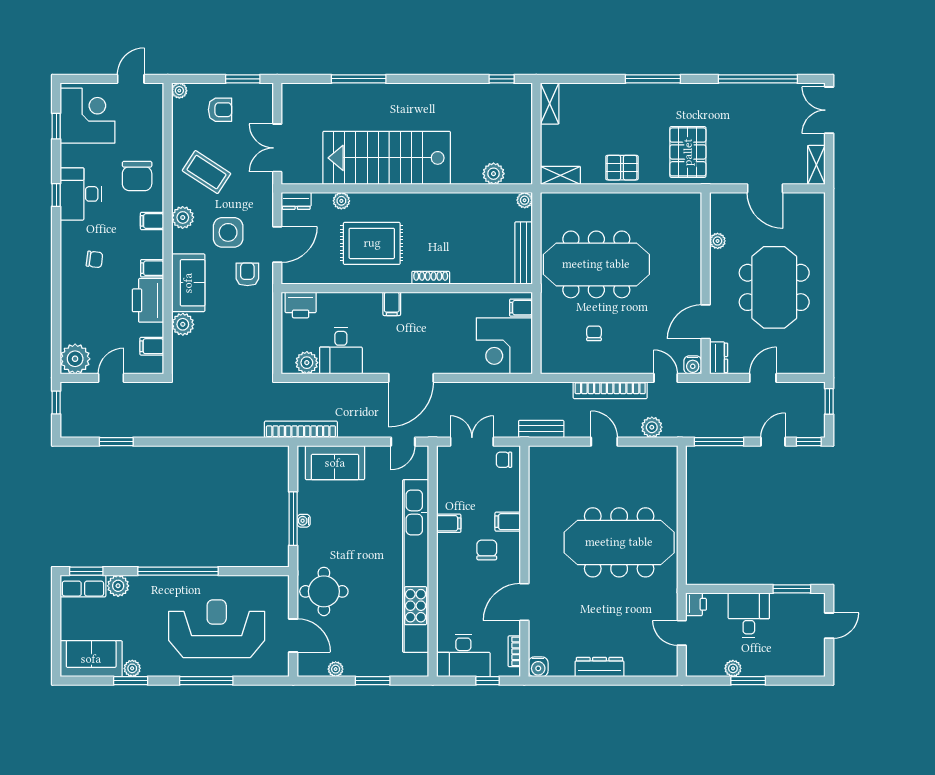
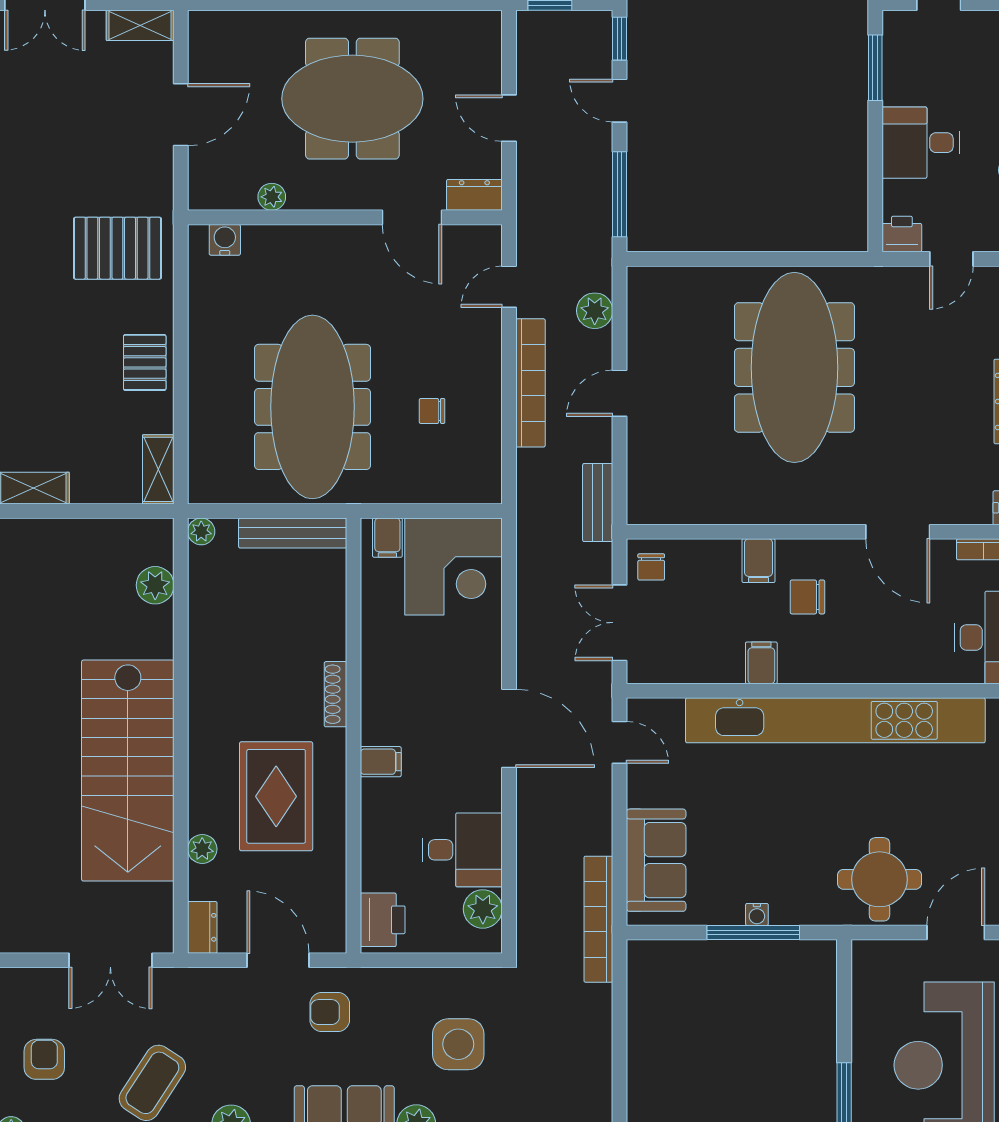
side table: (228, 232) -> (458, 1044), moved
water cooler: (693, 365) -> (225, 240), moved, turned -90

